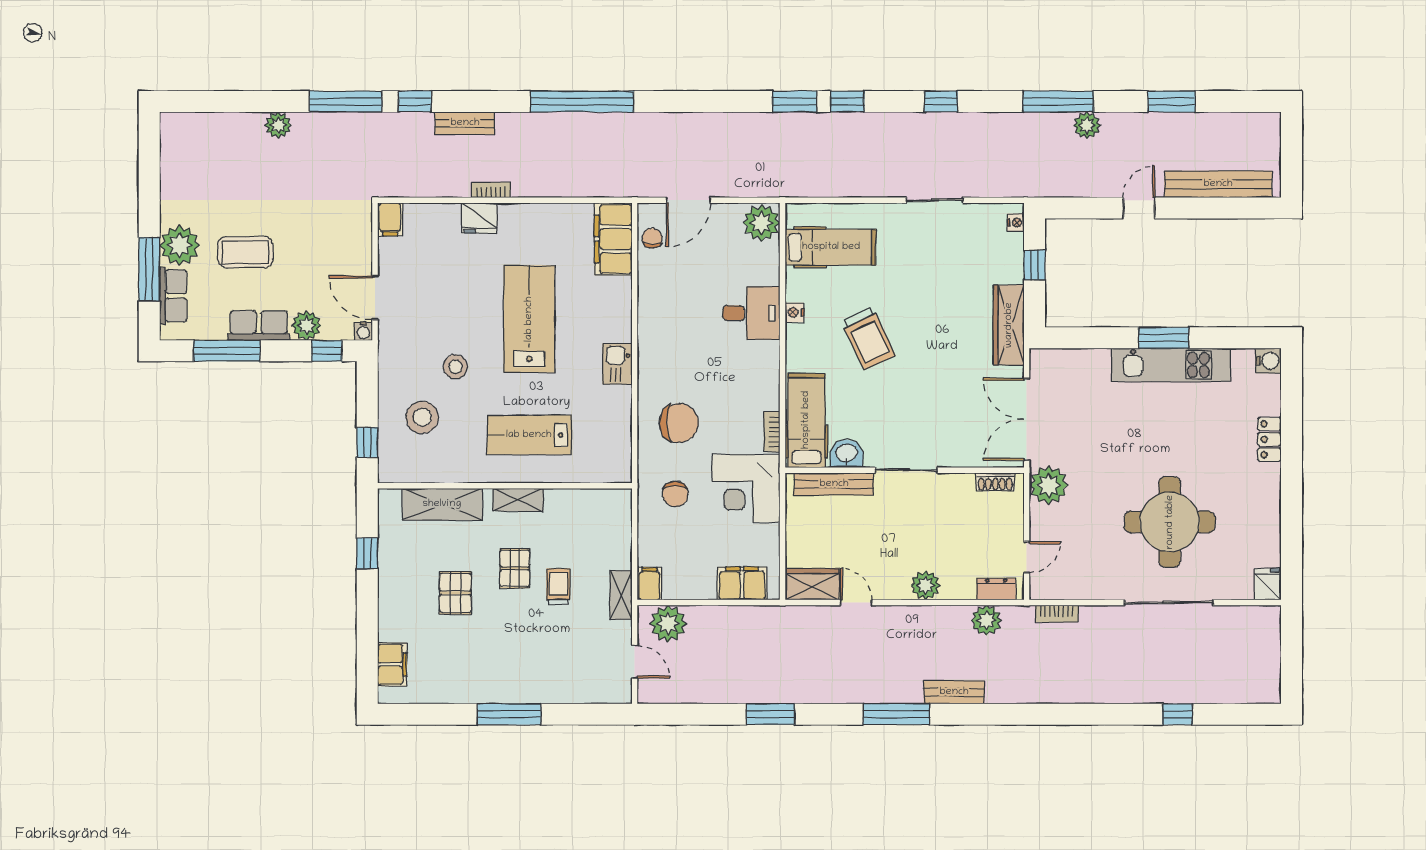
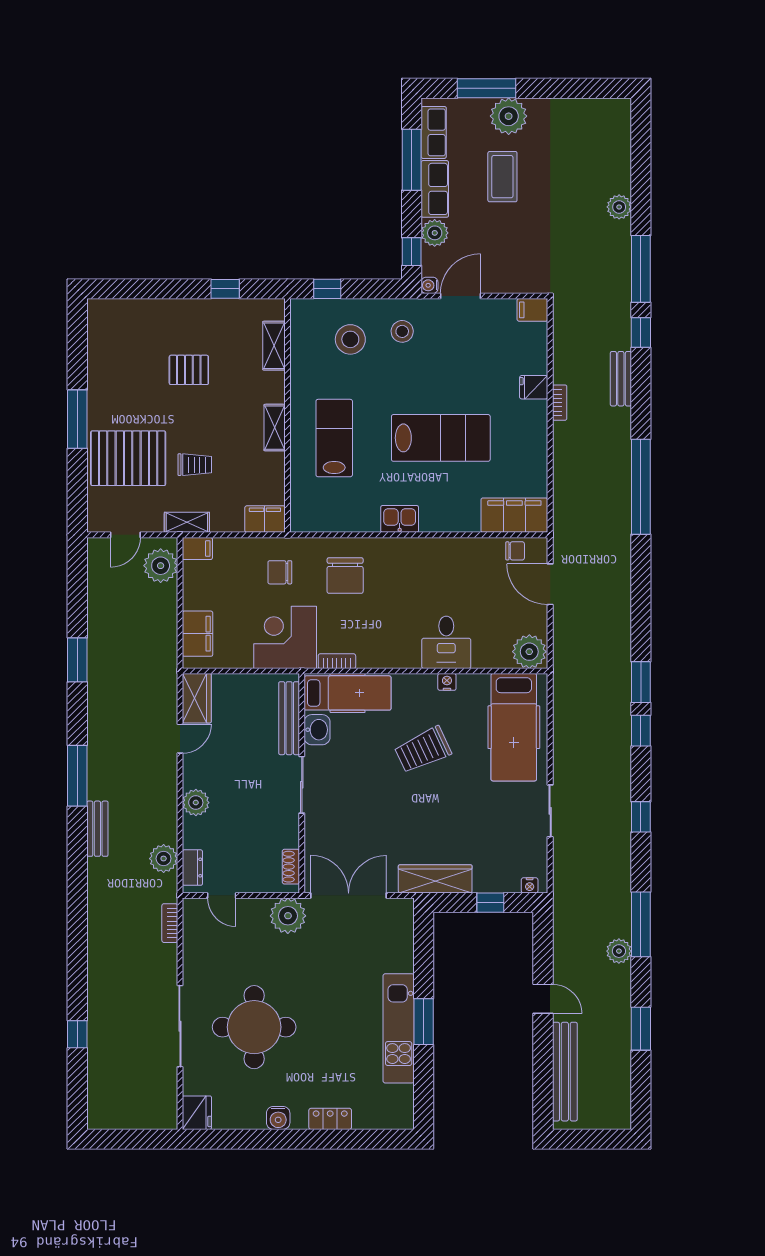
fridge: (479, 218) -> (534, 387), width x0.72
hospital bed: (831, 247) -> (514, 727), width x1.37, depth x1.29
row of seats: (173, 296) -> (434, 132), moved, turned -90
water cooler: (1268, 361) -> (278, 1118), moved
stool: (455, 367) -> (402, 331), moved
shelving: (442, 504) -> (274, 346), width x0.67, depth x0.75
pallet: (515, 568) -> (128, 458), moved, width x2.05, depth x2.00
fridge: (1268, 584) -> (197, 1113), width x1.38
filing cabinet: (392, 664) -> (265, 519), moved, turned 180

